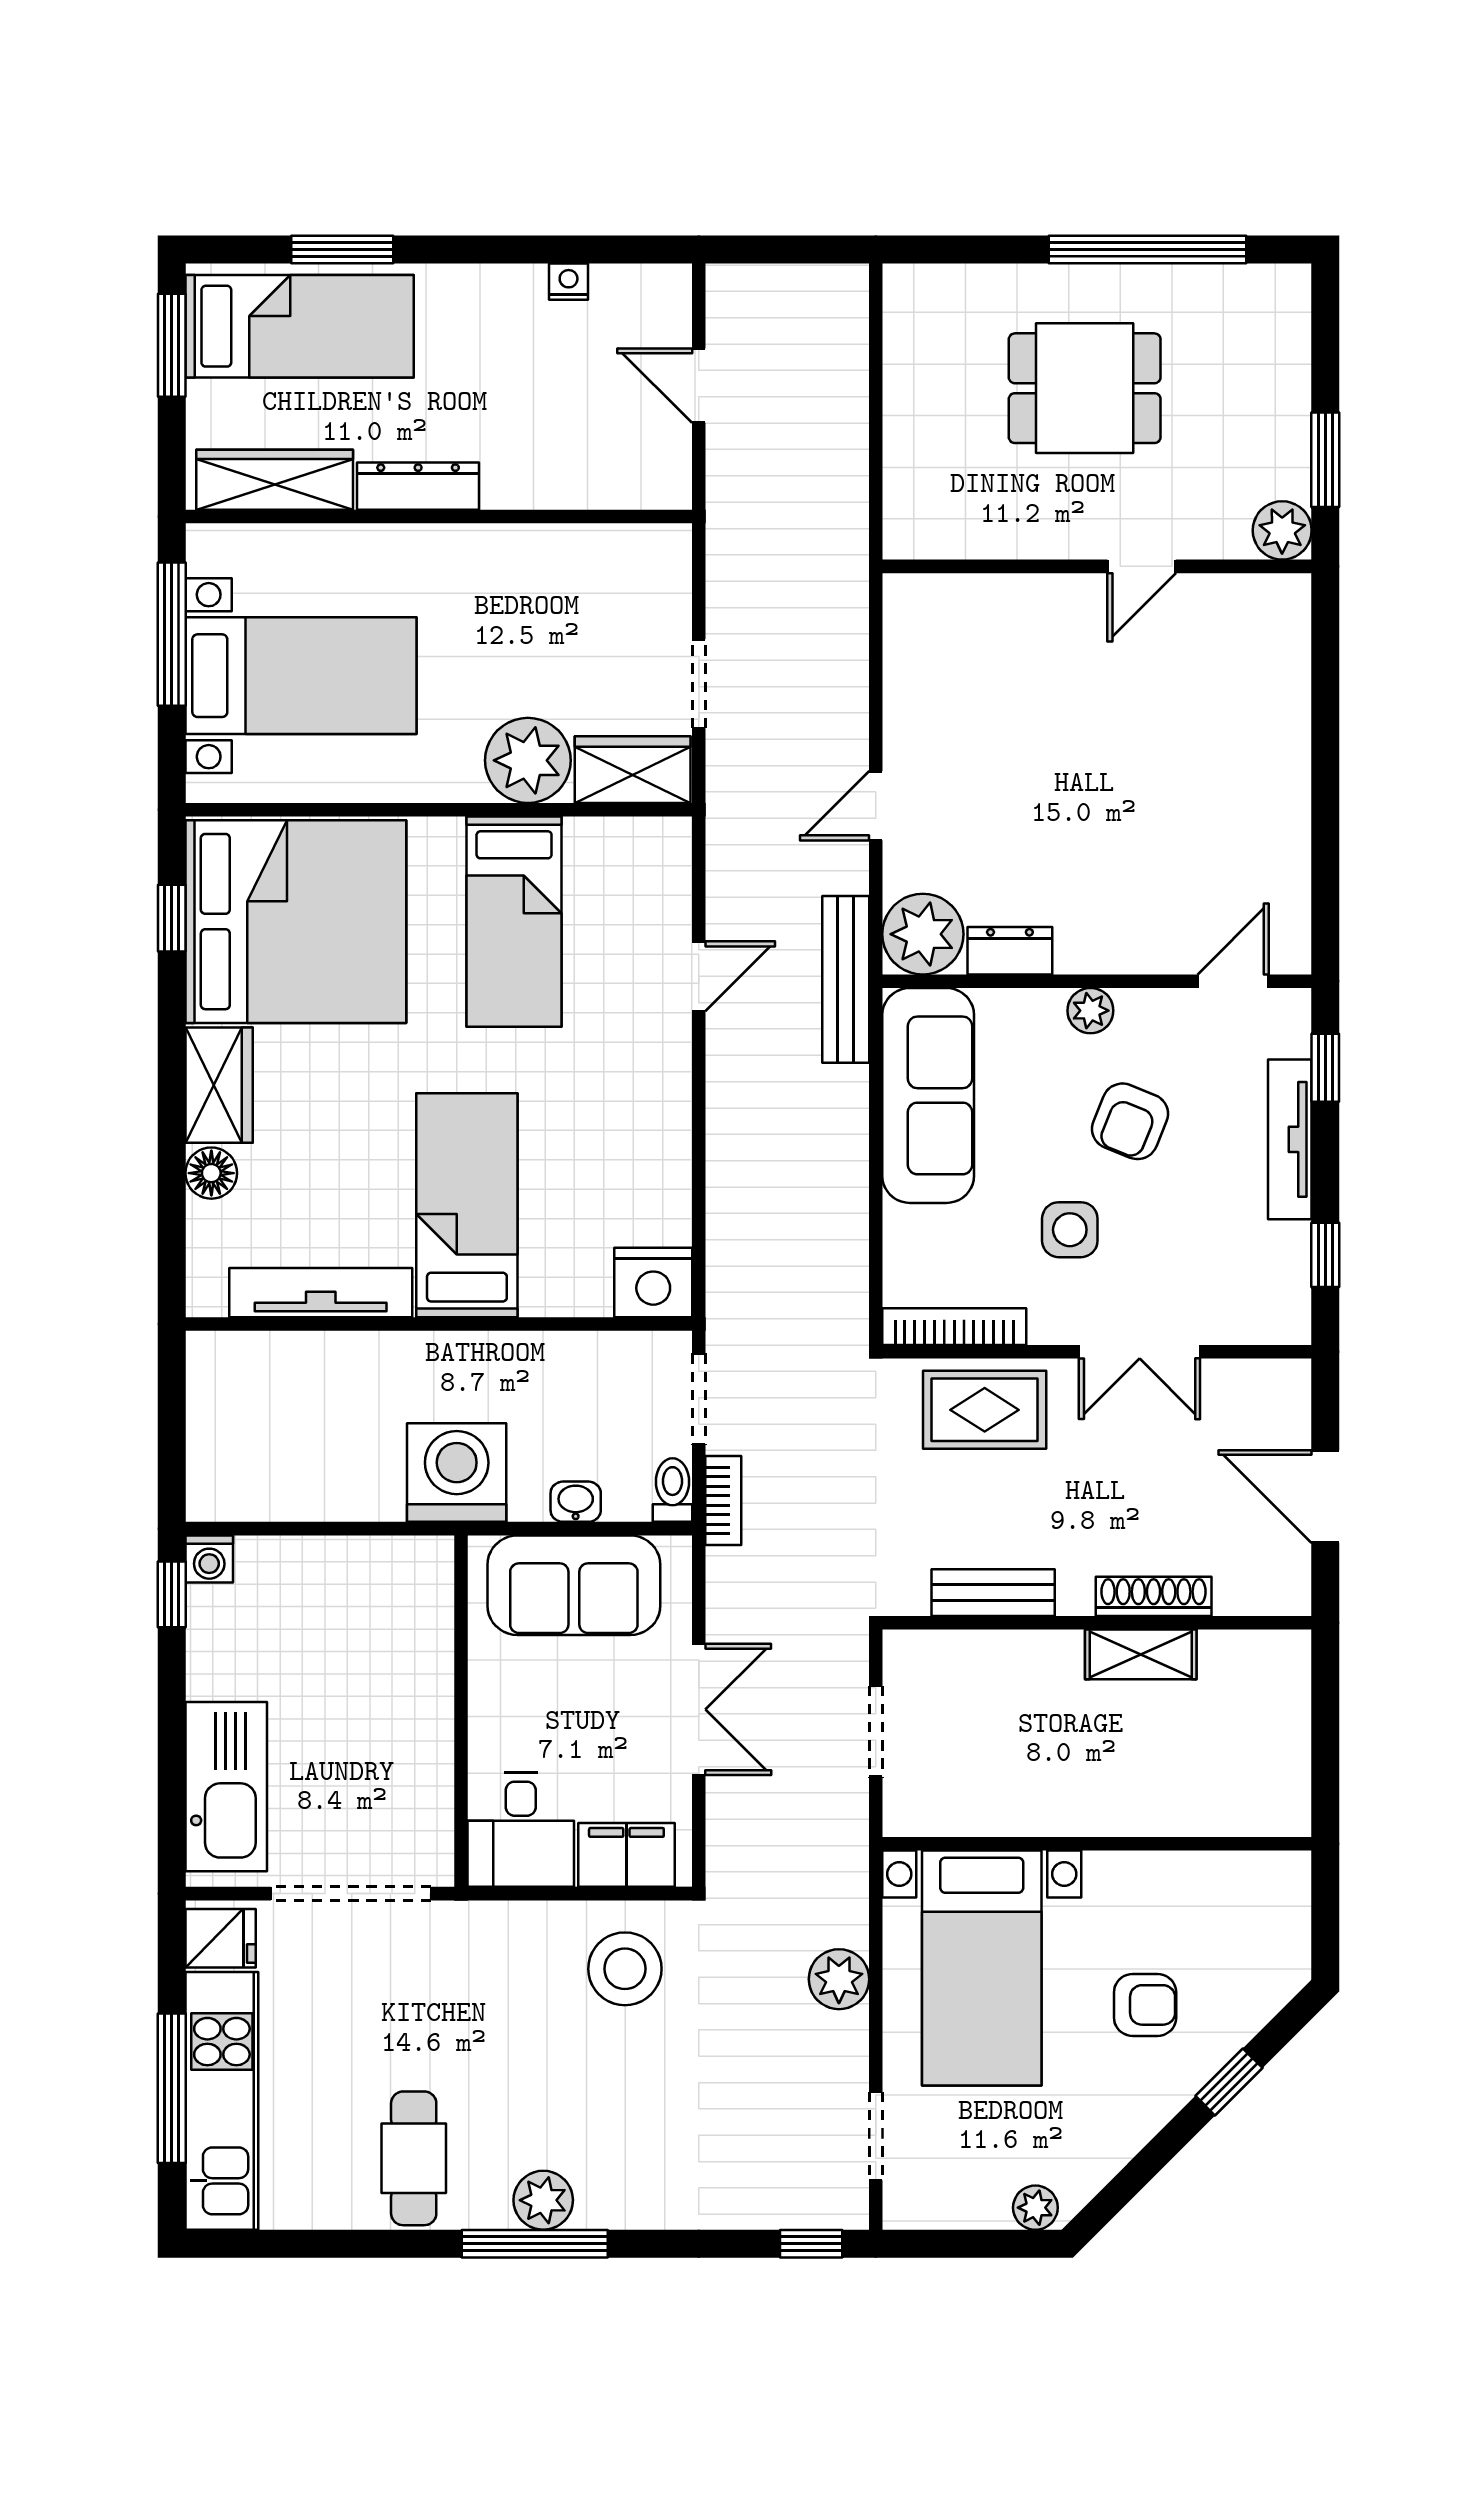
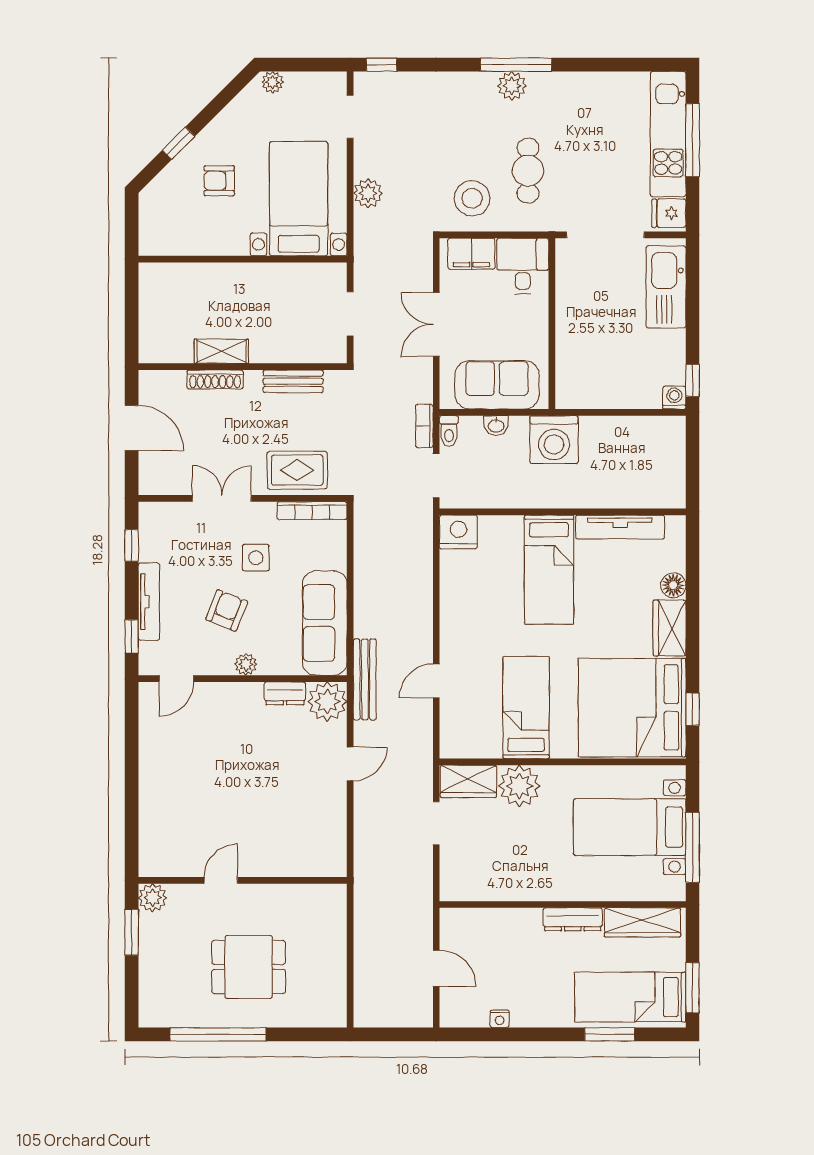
cafe table: (414, 2158) -> (528, 171), moved

